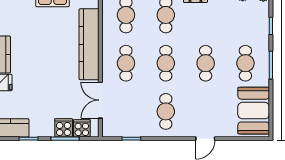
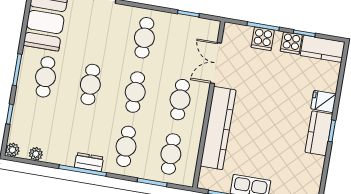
double door: (100, 100) -> (216, 63), swing flipped
cooker: (82, 128) -> (291, 43), moved

